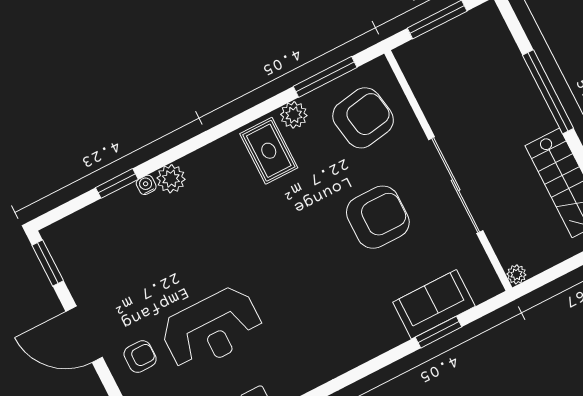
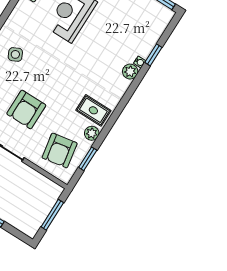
window: (325, 77) -> (88, 159), width x0.69
side table: (342, 318) -> (15, 54), added

